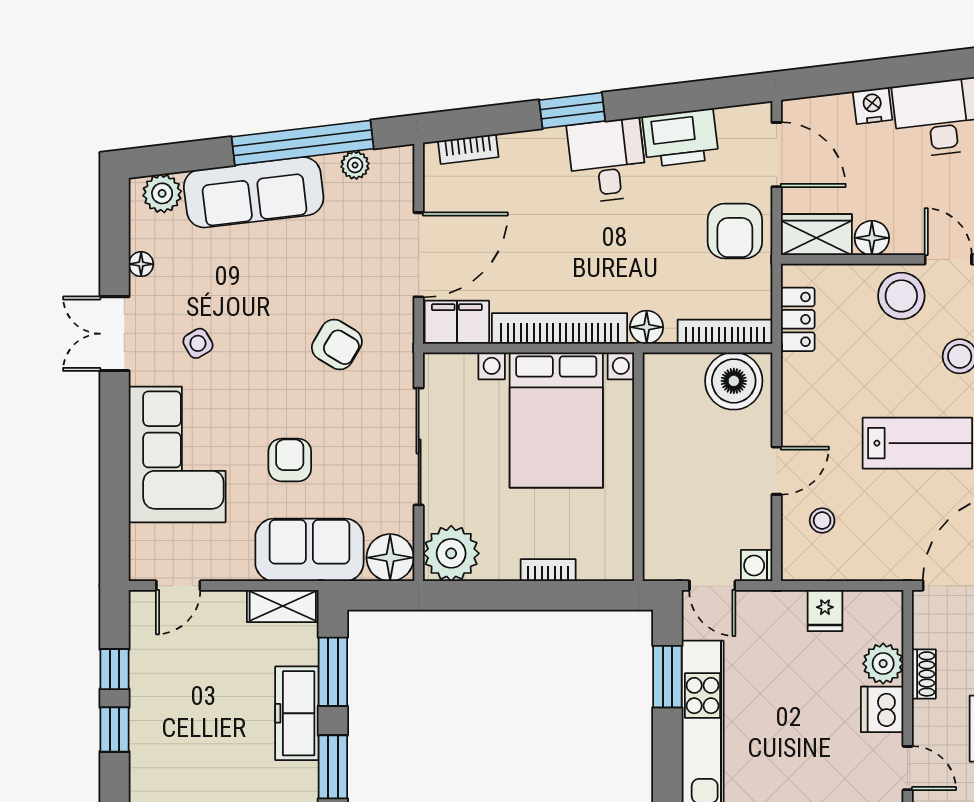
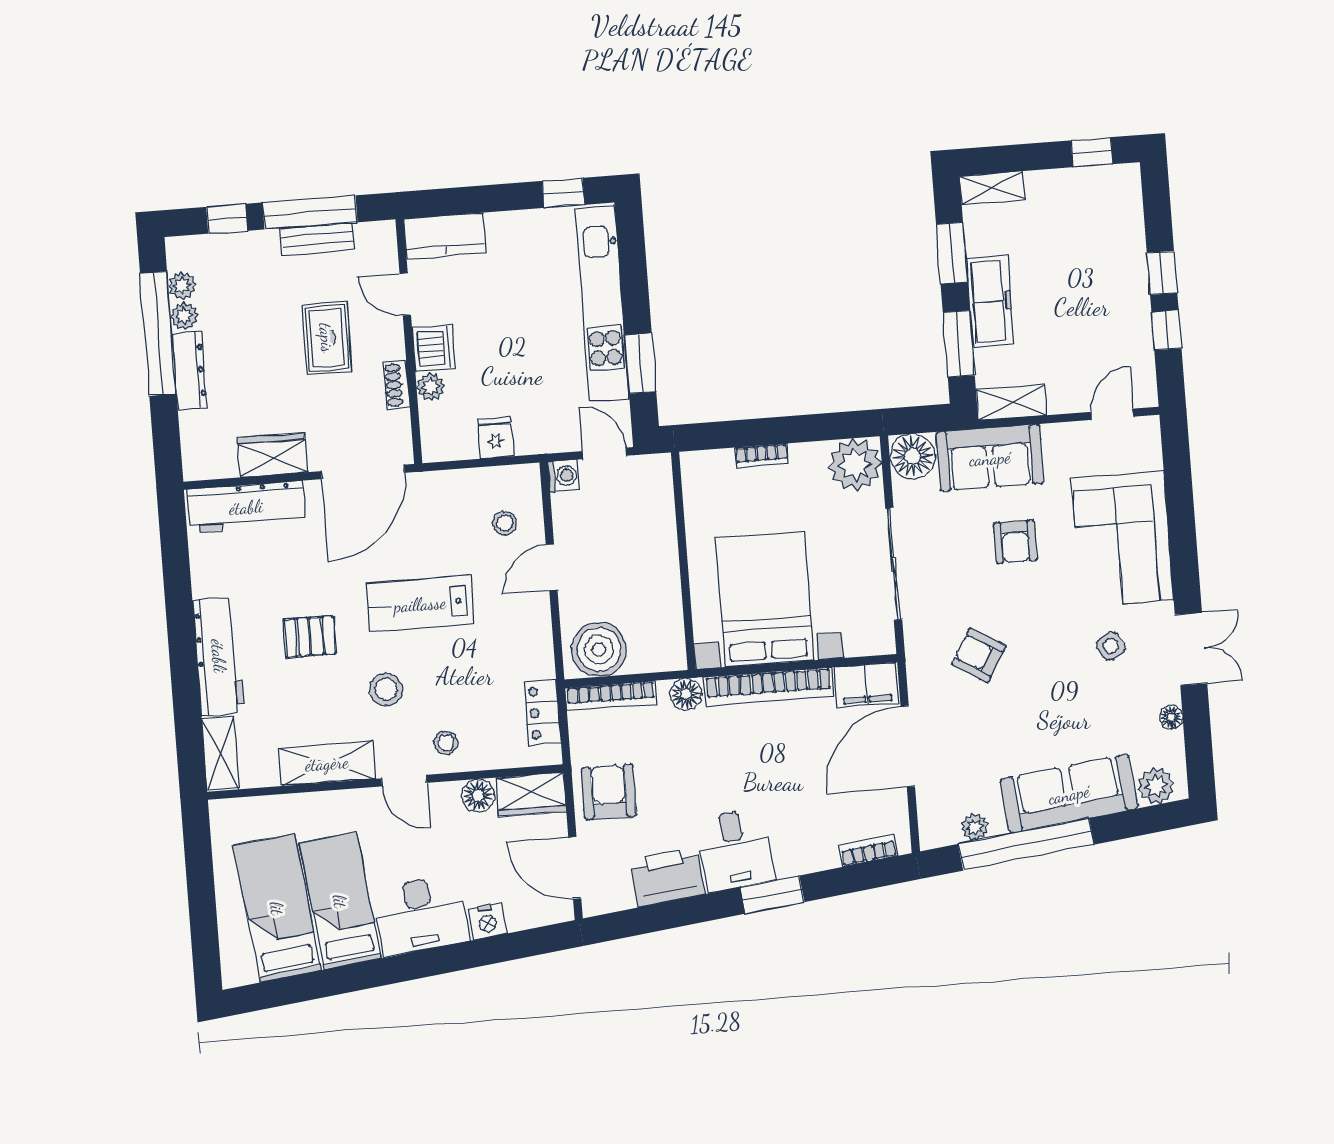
stool: (901, 296) -> (446, 742), width x0.53, depth x0.53
plant: (883, 664) -> (431, 387), width x0.73, depth x0.73

